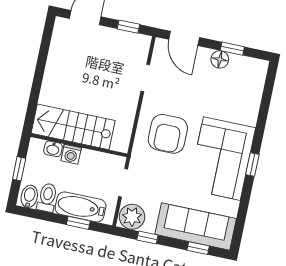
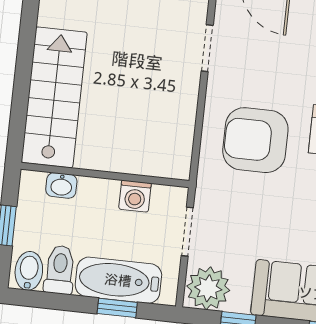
stairs: (73, 127) -> (54, 97), moved, turned 90
armchair: (168, 134) -> (255, 140), turned 90
washing machine: (71, 154) -> (135, 196), moved

